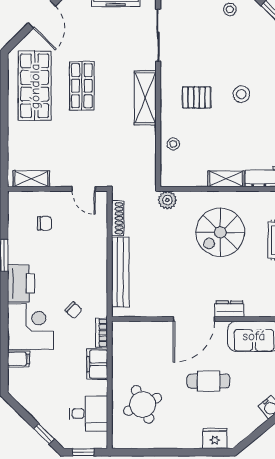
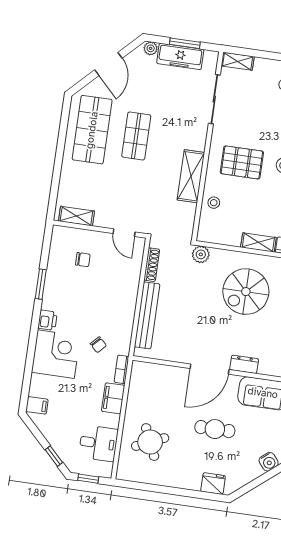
pallet: (197, 97) -> (242, 162), width x1.50, depth x1.42
shelving: (145, 98) -> (191, 176), moved
printer: (21, 283) -> (48, 320), width x0.53, depth x0.68
filing cabinet: (18, 359) -> (37, 405), moved

